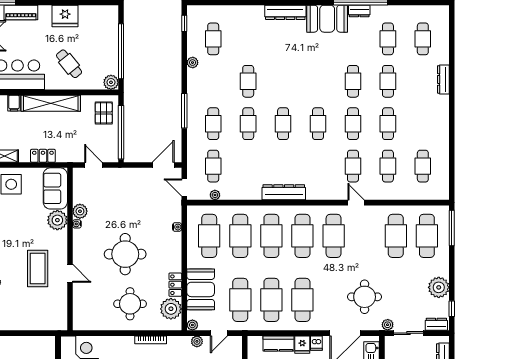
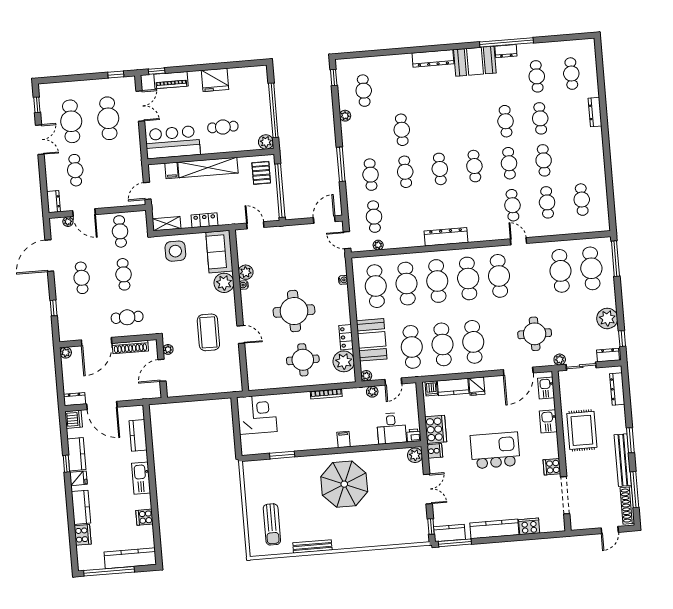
cafe table: (69, 64) -> (223, 127), turned -51
dishwasher: (316, 343) -> (431, 388), moved

